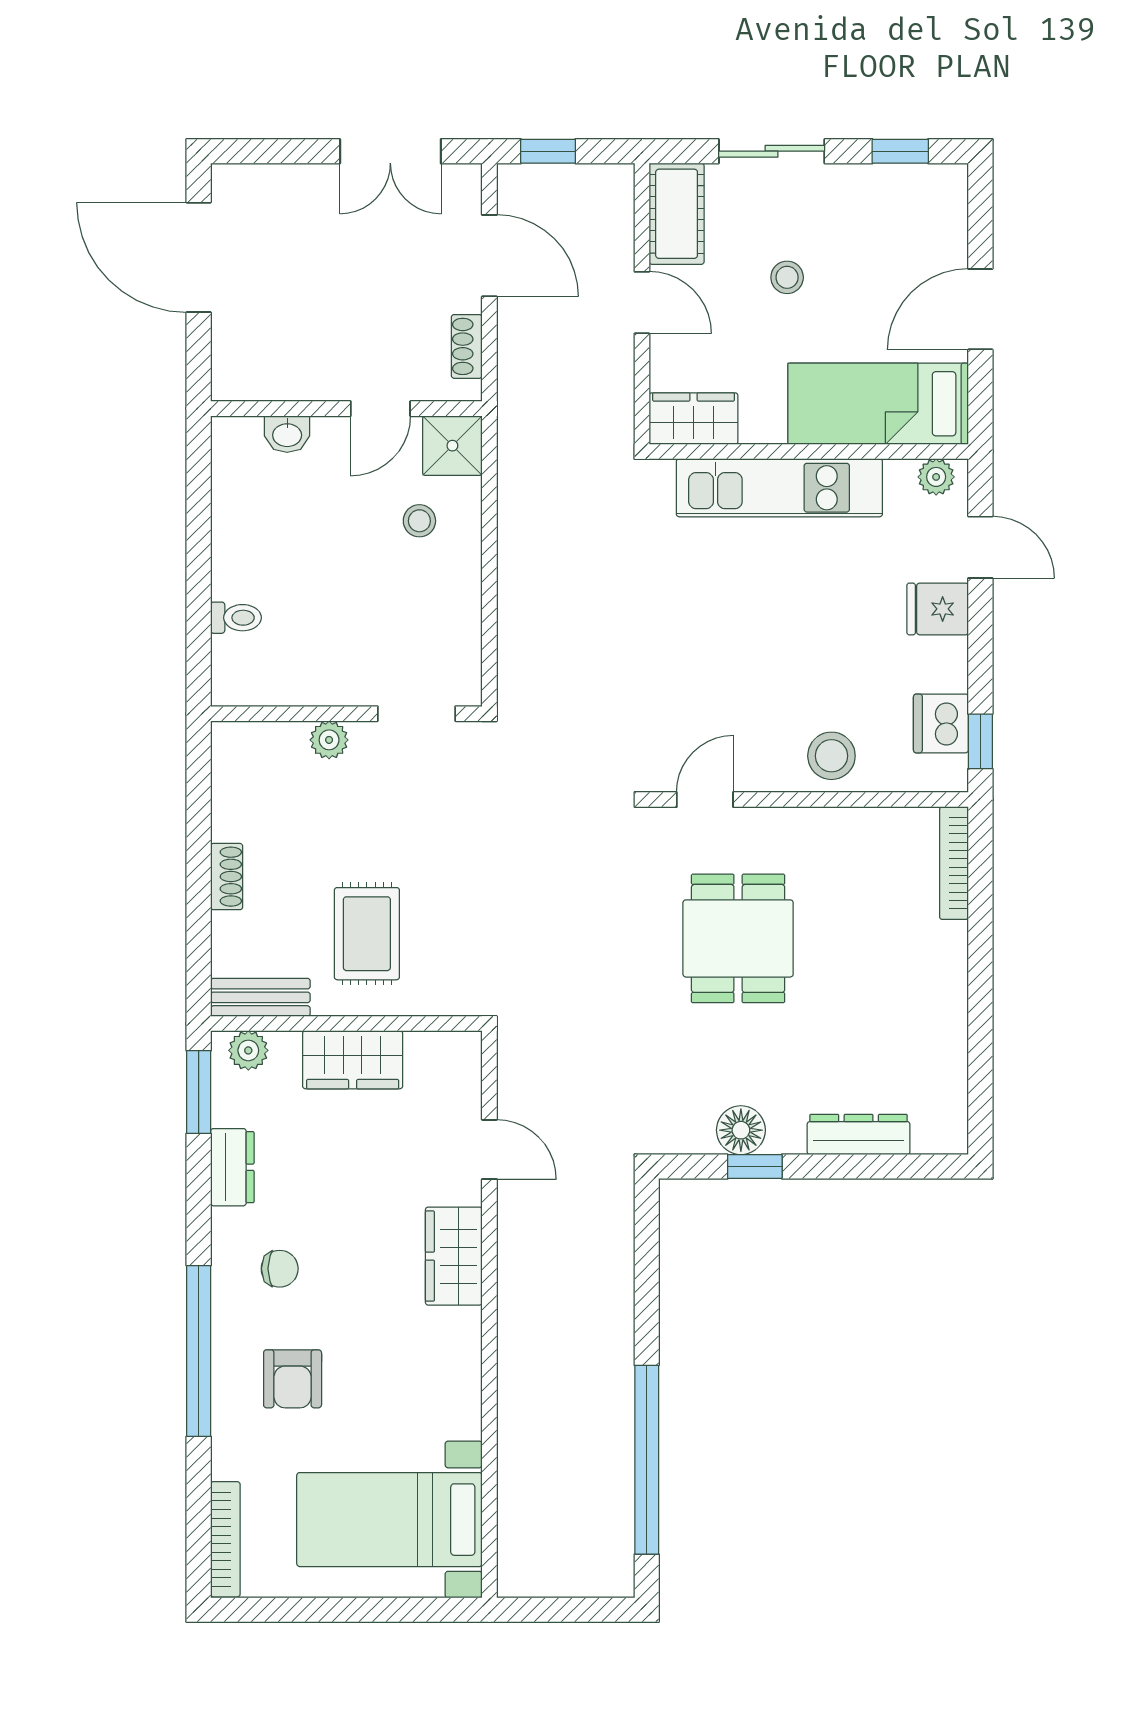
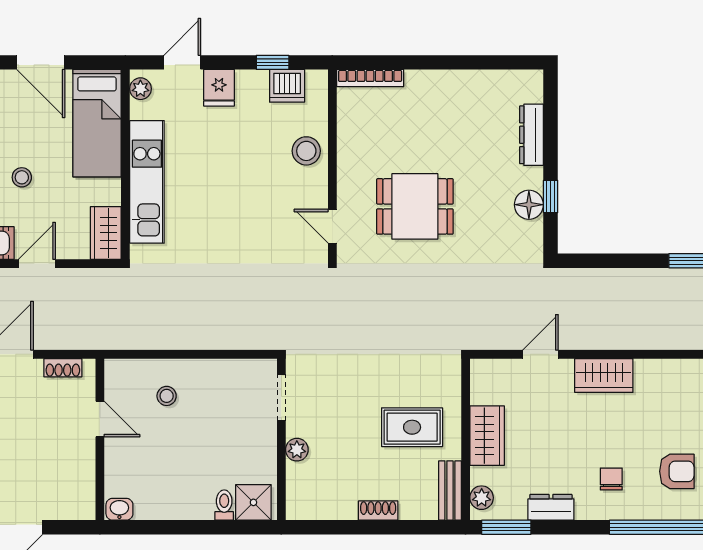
washbasin: (287, 434) -> (119, 509), moved, turned -90
shower: (452, 446) -> (253, 502), moved
window: (980, 741) -> (273, 62), moved

